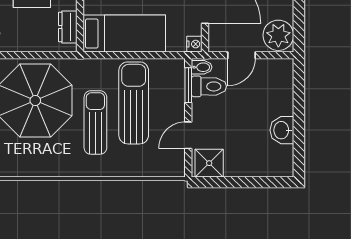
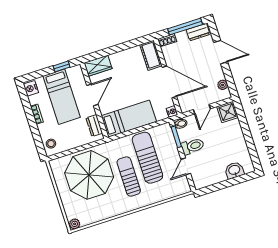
plant: (278, 35) -> (223, 85), width x0.53, depth x0.53
toilet: (209, 86) -> (193, 146), moved
washbasin: (282, 130) -> (234, 170), moved, turned 90
shower: (209, 163) -> (227, 112), moved

